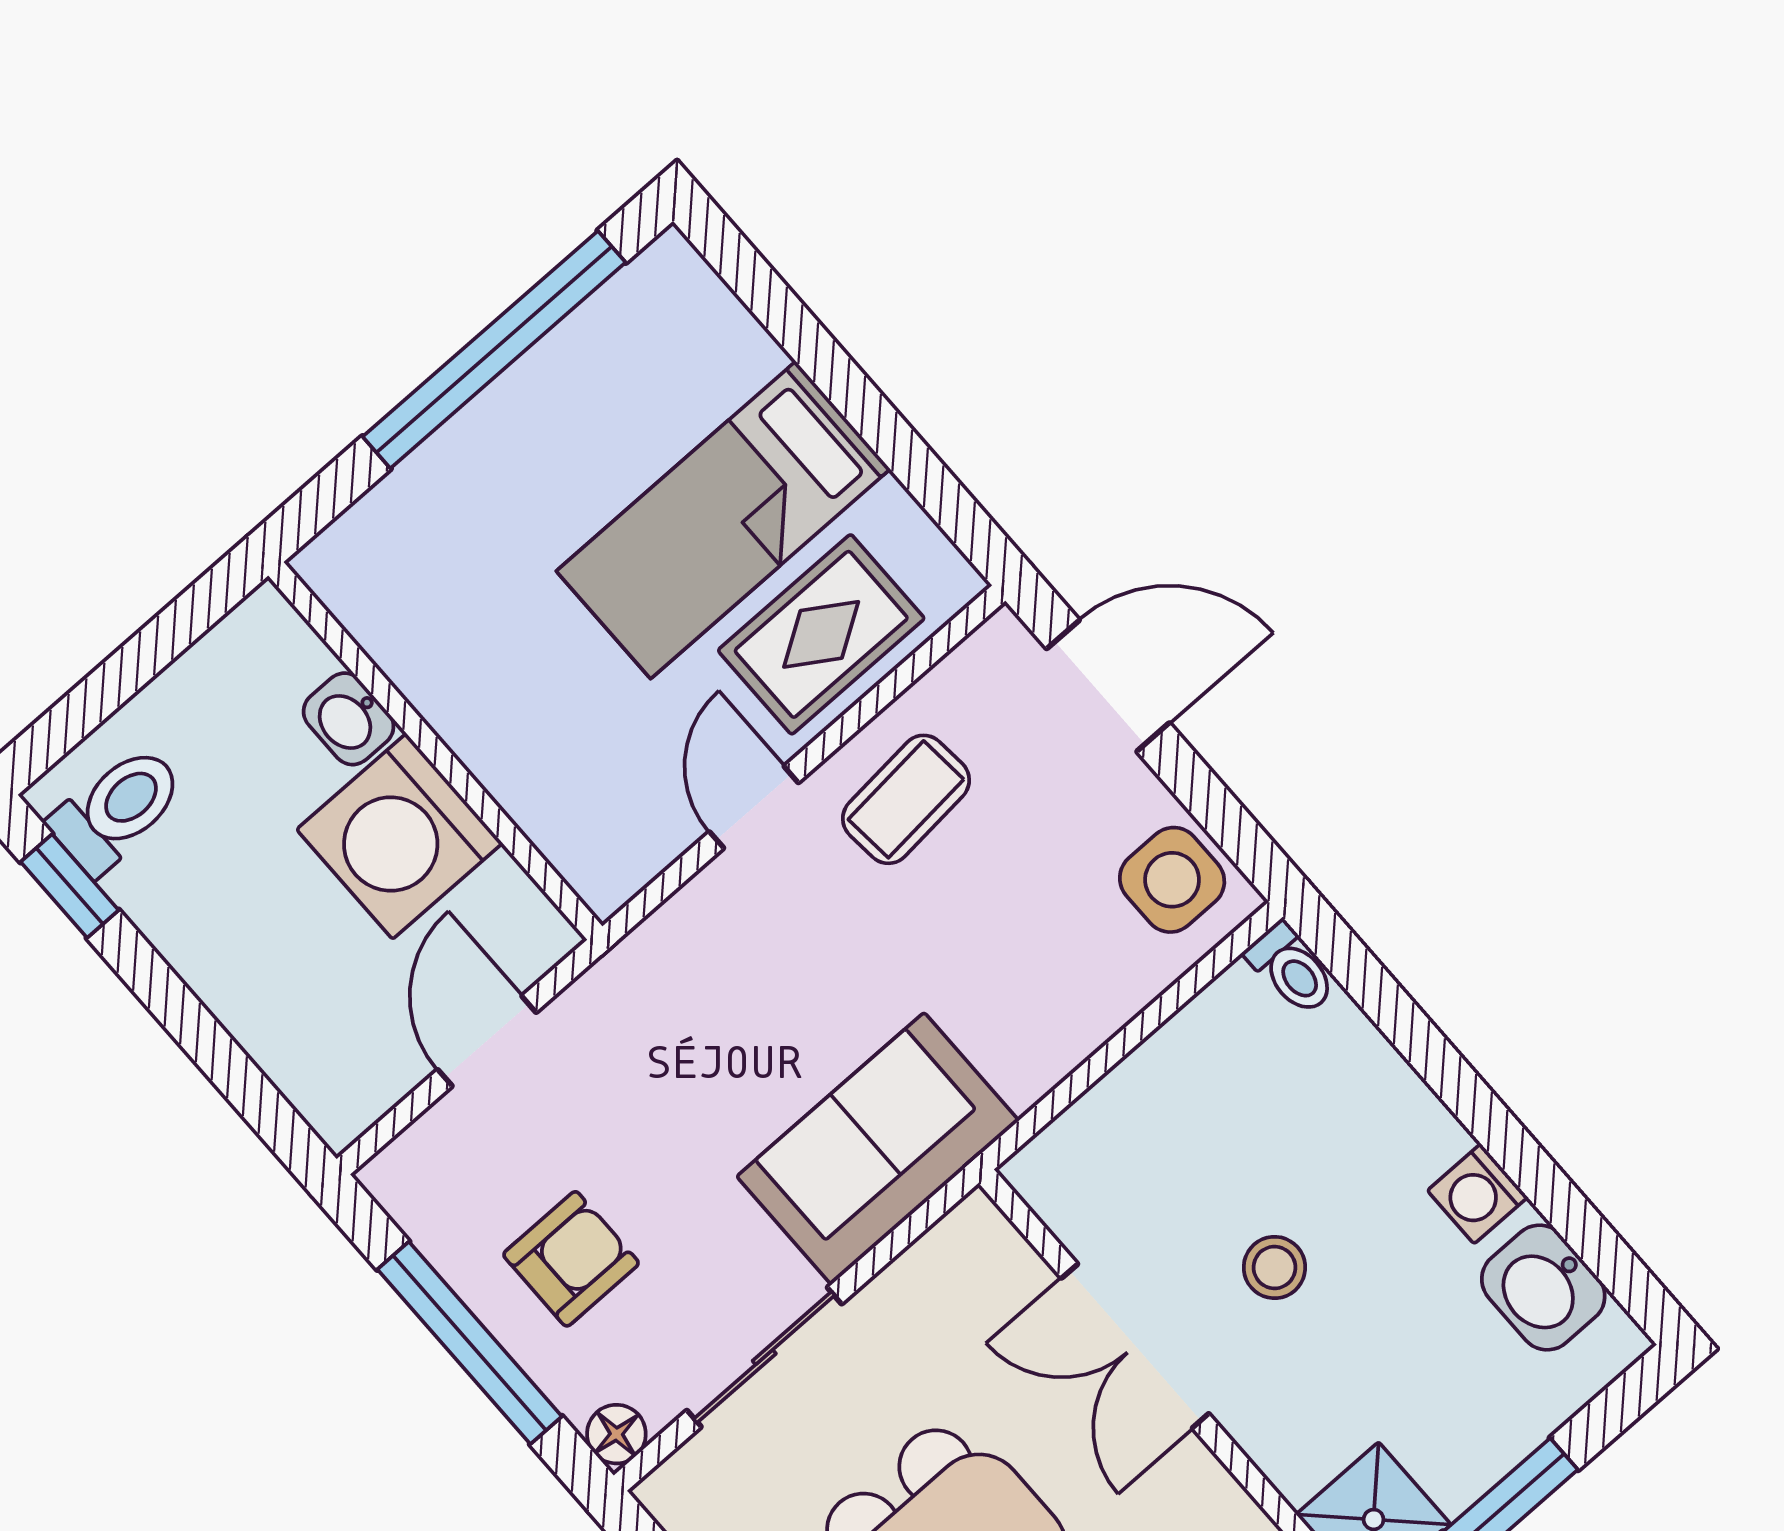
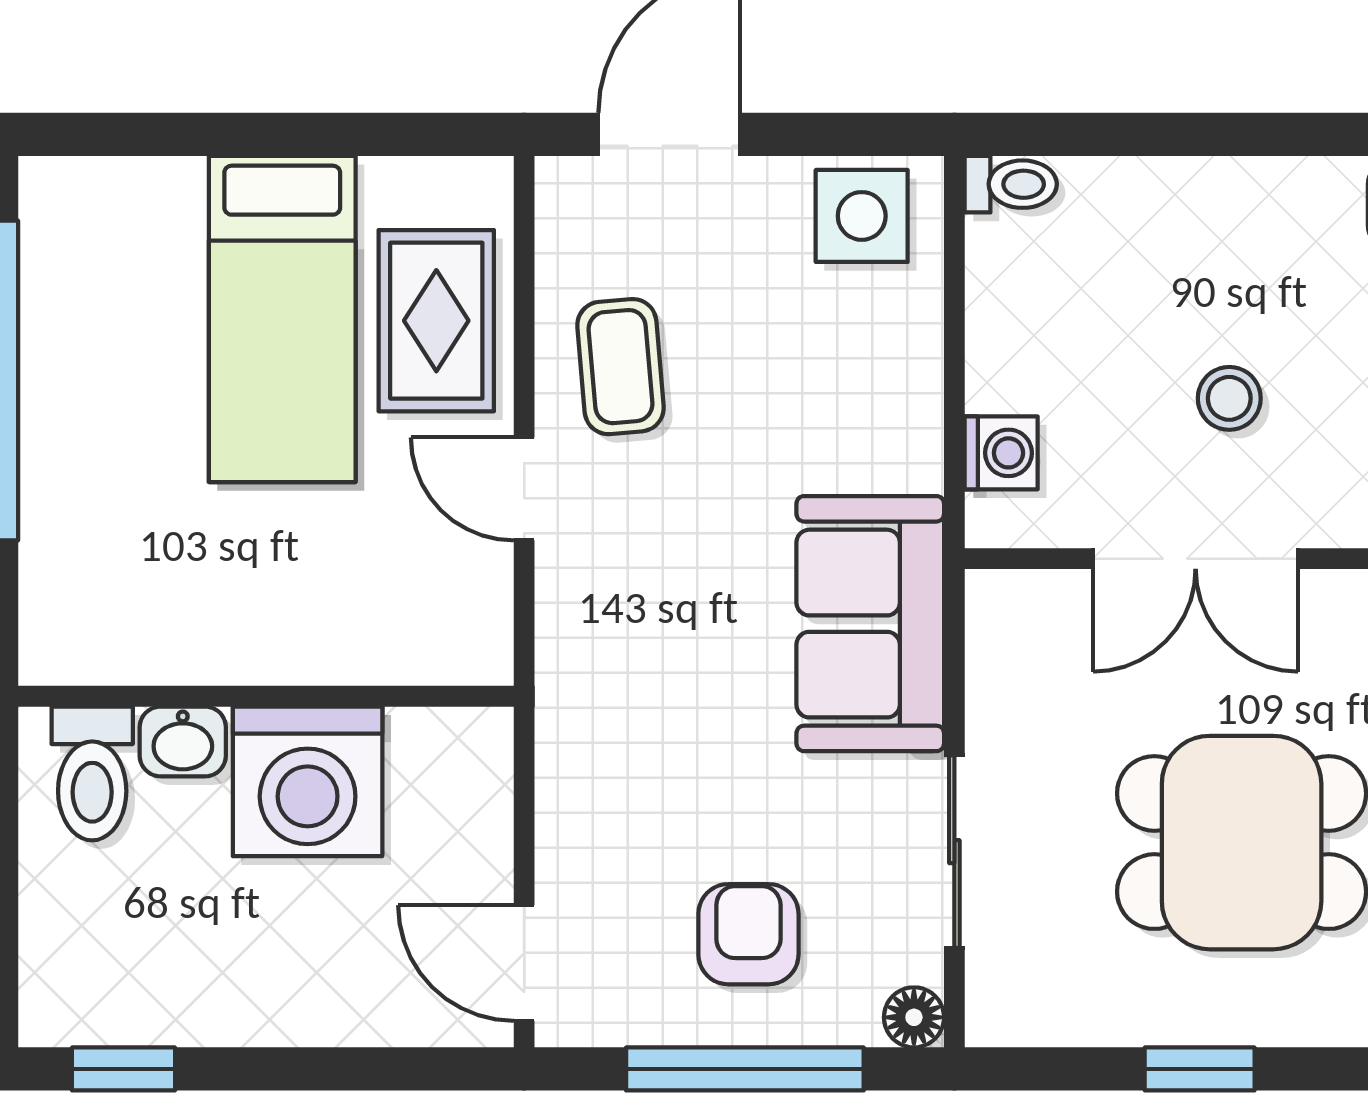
toilet: (117, 809) -> (92, 773), moved, turned 180
door: (487, 1041) -> (524, 963), moved
washing machine: (1478, 1194) -> (1001, 453), moved, turned -90

